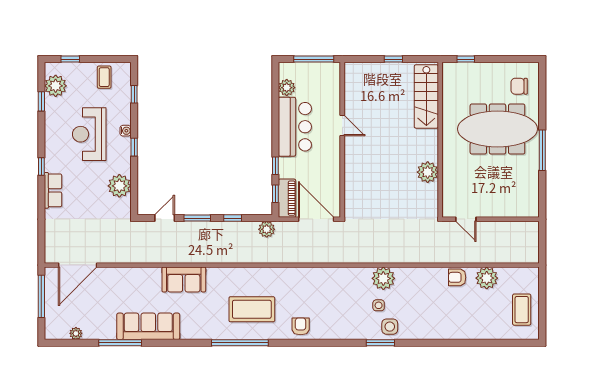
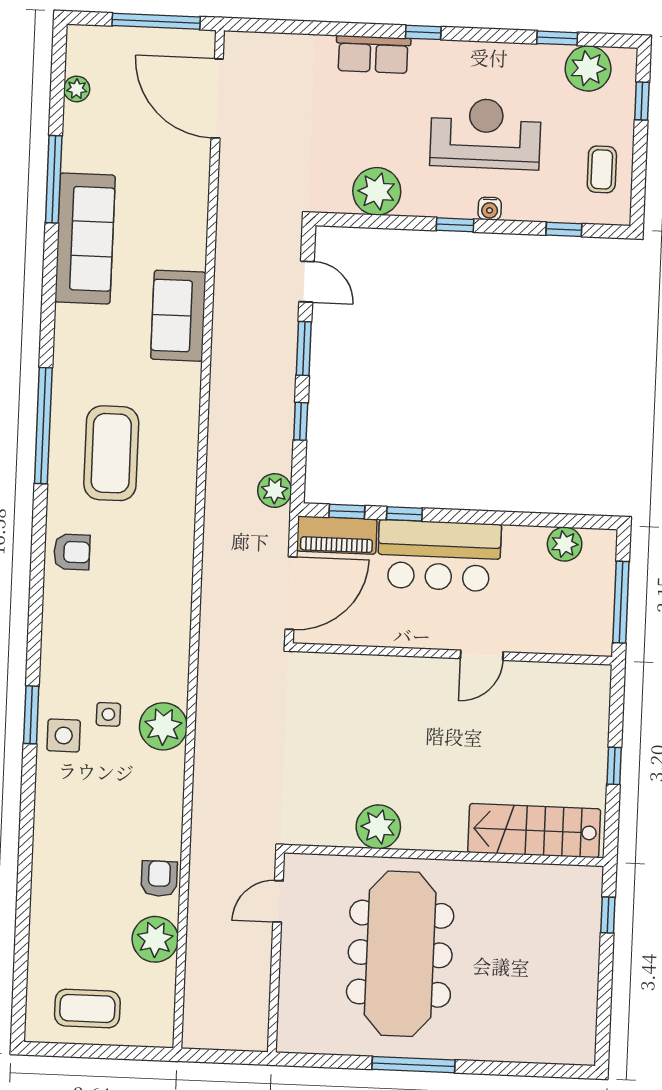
coffee table: (104, 77) -> (602, 169), turned 90
chair: (519, 86) -> (547, 1023), removed
bar counter: (295, 127) -> (439, 556), moved
meeting table: (497, 129) -> (400, 954), moved

